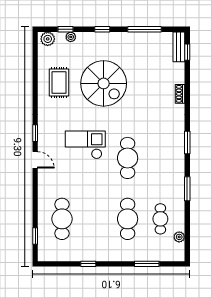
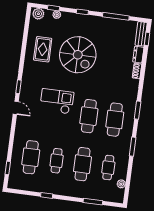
dresser: (179, 73) -> (138, 55), added
cafe table: (160, 158) -> (115, 120), added
cafe table: (95, 219) -> (57, 161), added

